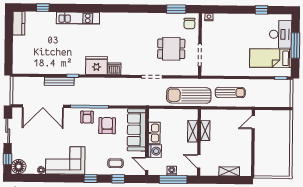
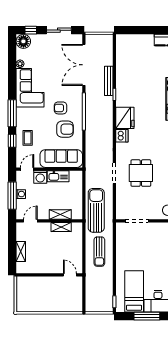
dining table: (171, 49) -> (141, 173), moved
armchair: (87, 117) -> (61, 108), moved
window: (91, 179) -> (12, 113), width x2.17

